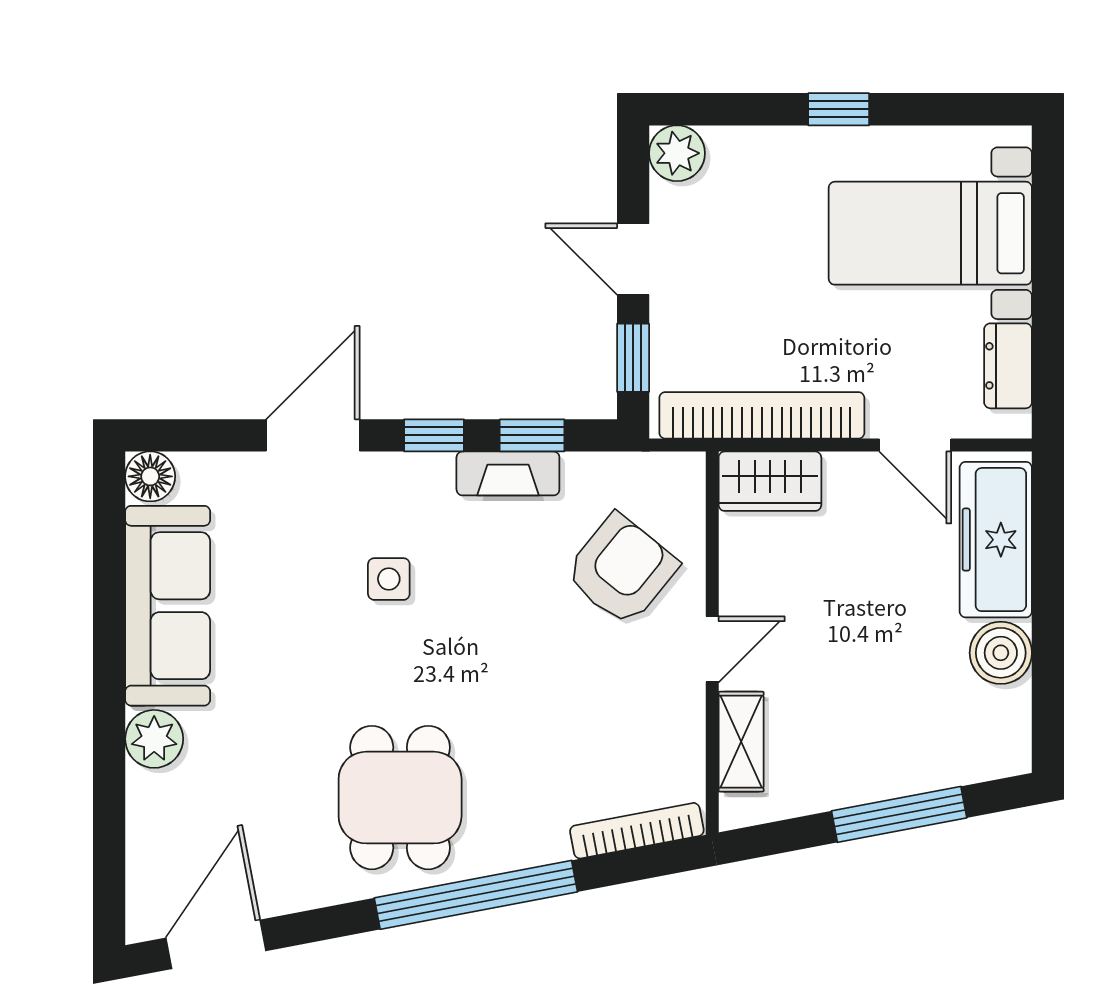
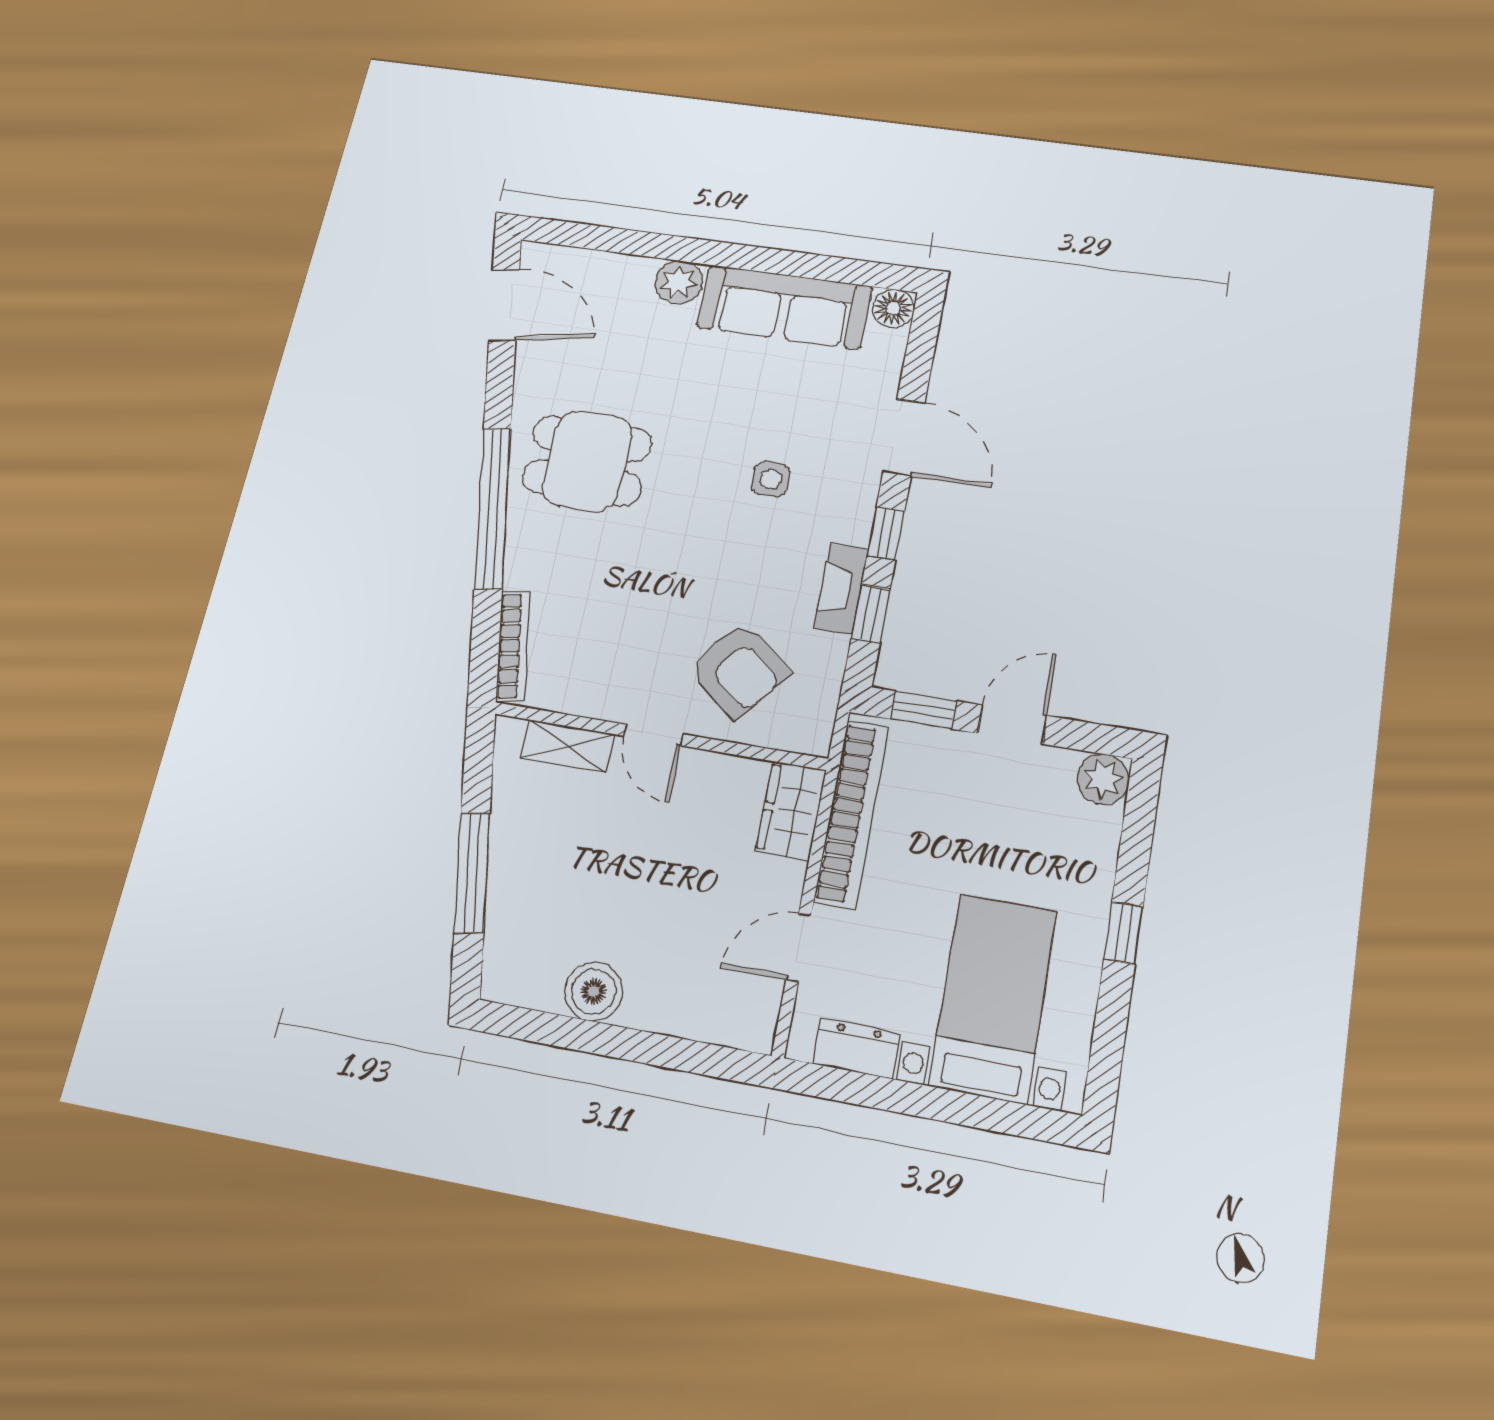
freezer: (996, 540) -> (697, 1006), removed

